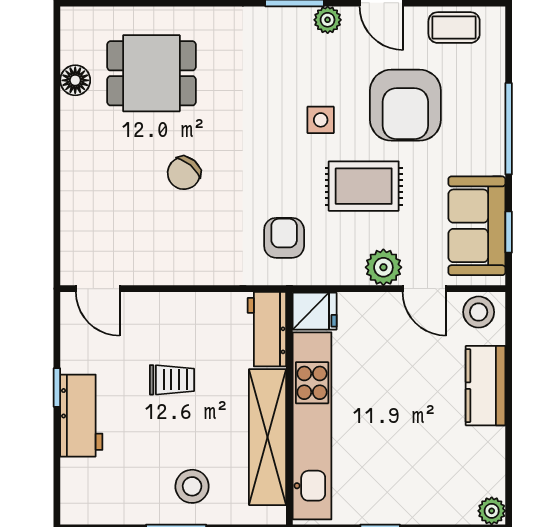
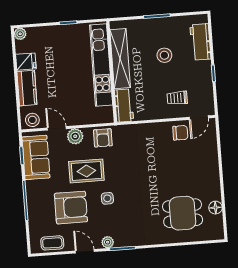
armchair: (405, 105) -> (71, 208), turned 90
chair: (184, 173) -> (180, 133), moved, turned 50
armchair: (284, 238) -> (103, 138), moved
door: (98, 289) -> (199, 118), swing flipped
fridge: (315, 311) -> (26, 62), moved, turned 180
trolley: (172, 380) -> (177, 98), moved
workbench: (81, 416) -> (200, 42), moved
stool: (192, 486) -> (164, 55), moved

